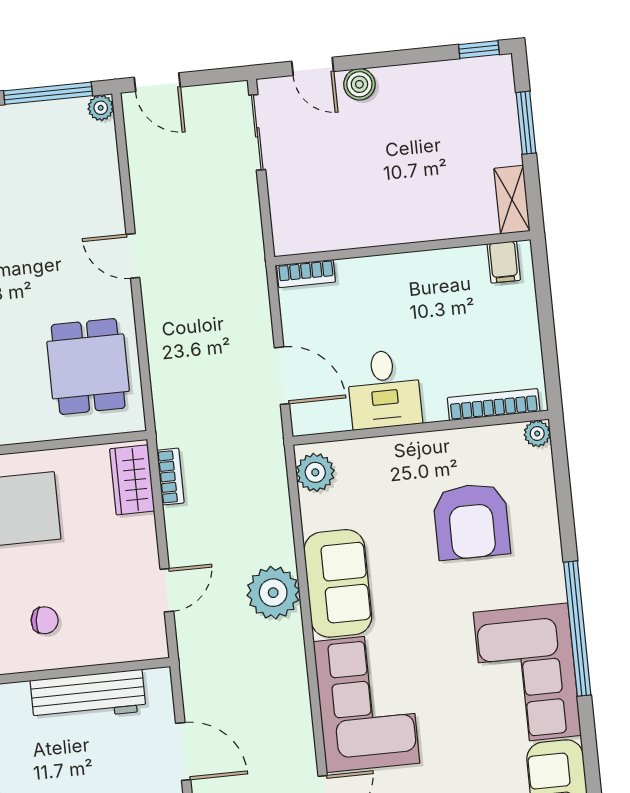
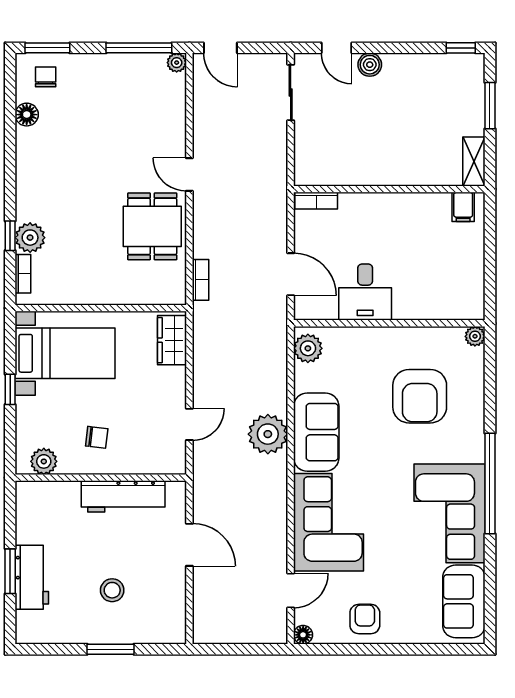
dining table: (88, 366) -> (152, 226), moved
bookcase: (494, 405) -> (445, 312), removed
bookcase: (170, 477) -> (201, 280), moved

